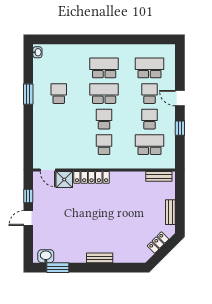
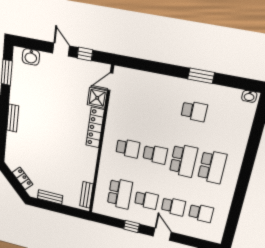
school desk: (149, 68) -> (201, 213), width x0.54
door: (180, 98) -> (162, 234), hinge flipped
washbasin: (46, 256) -> (31, 57), moved, turned 90

